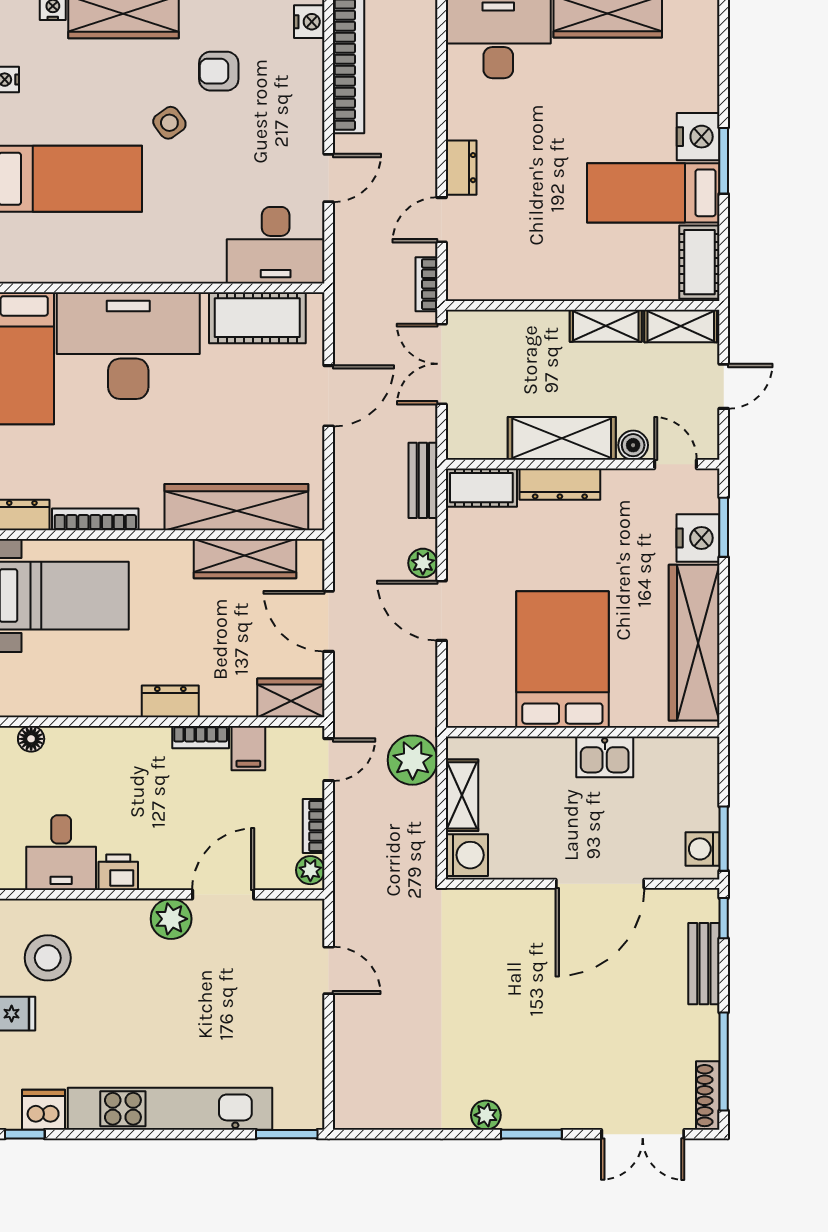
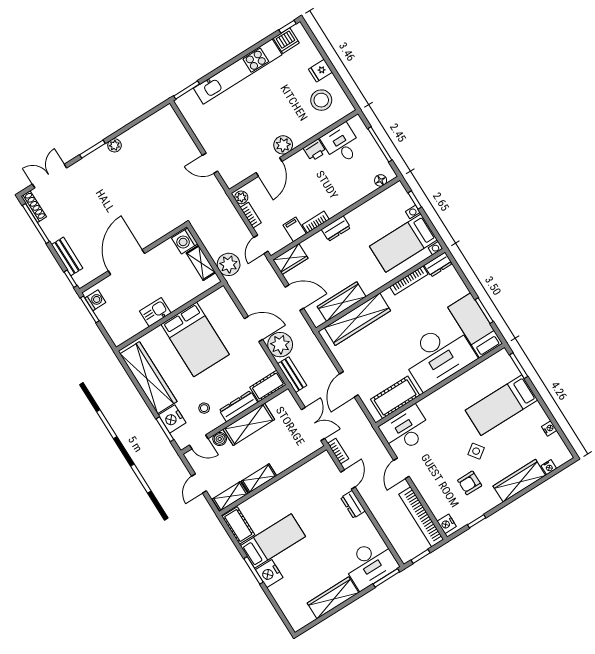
armchair: (219, 71) -> (470, 483), turned 180
stool: (626, 521) -> (204, 408), added
plant: (423, 563) -> (280, 345), width x1.87, depth x1.87

